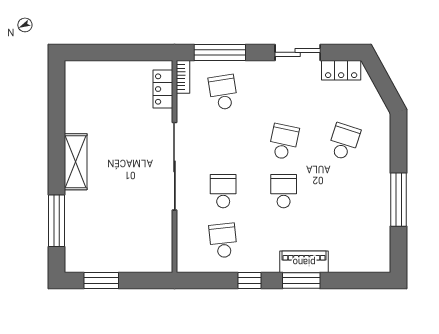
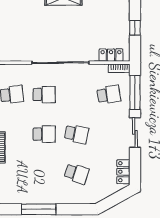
window: (121, 52) -> (135, 28), added
sliding door: (298, 52) -> (135, 132), moved

